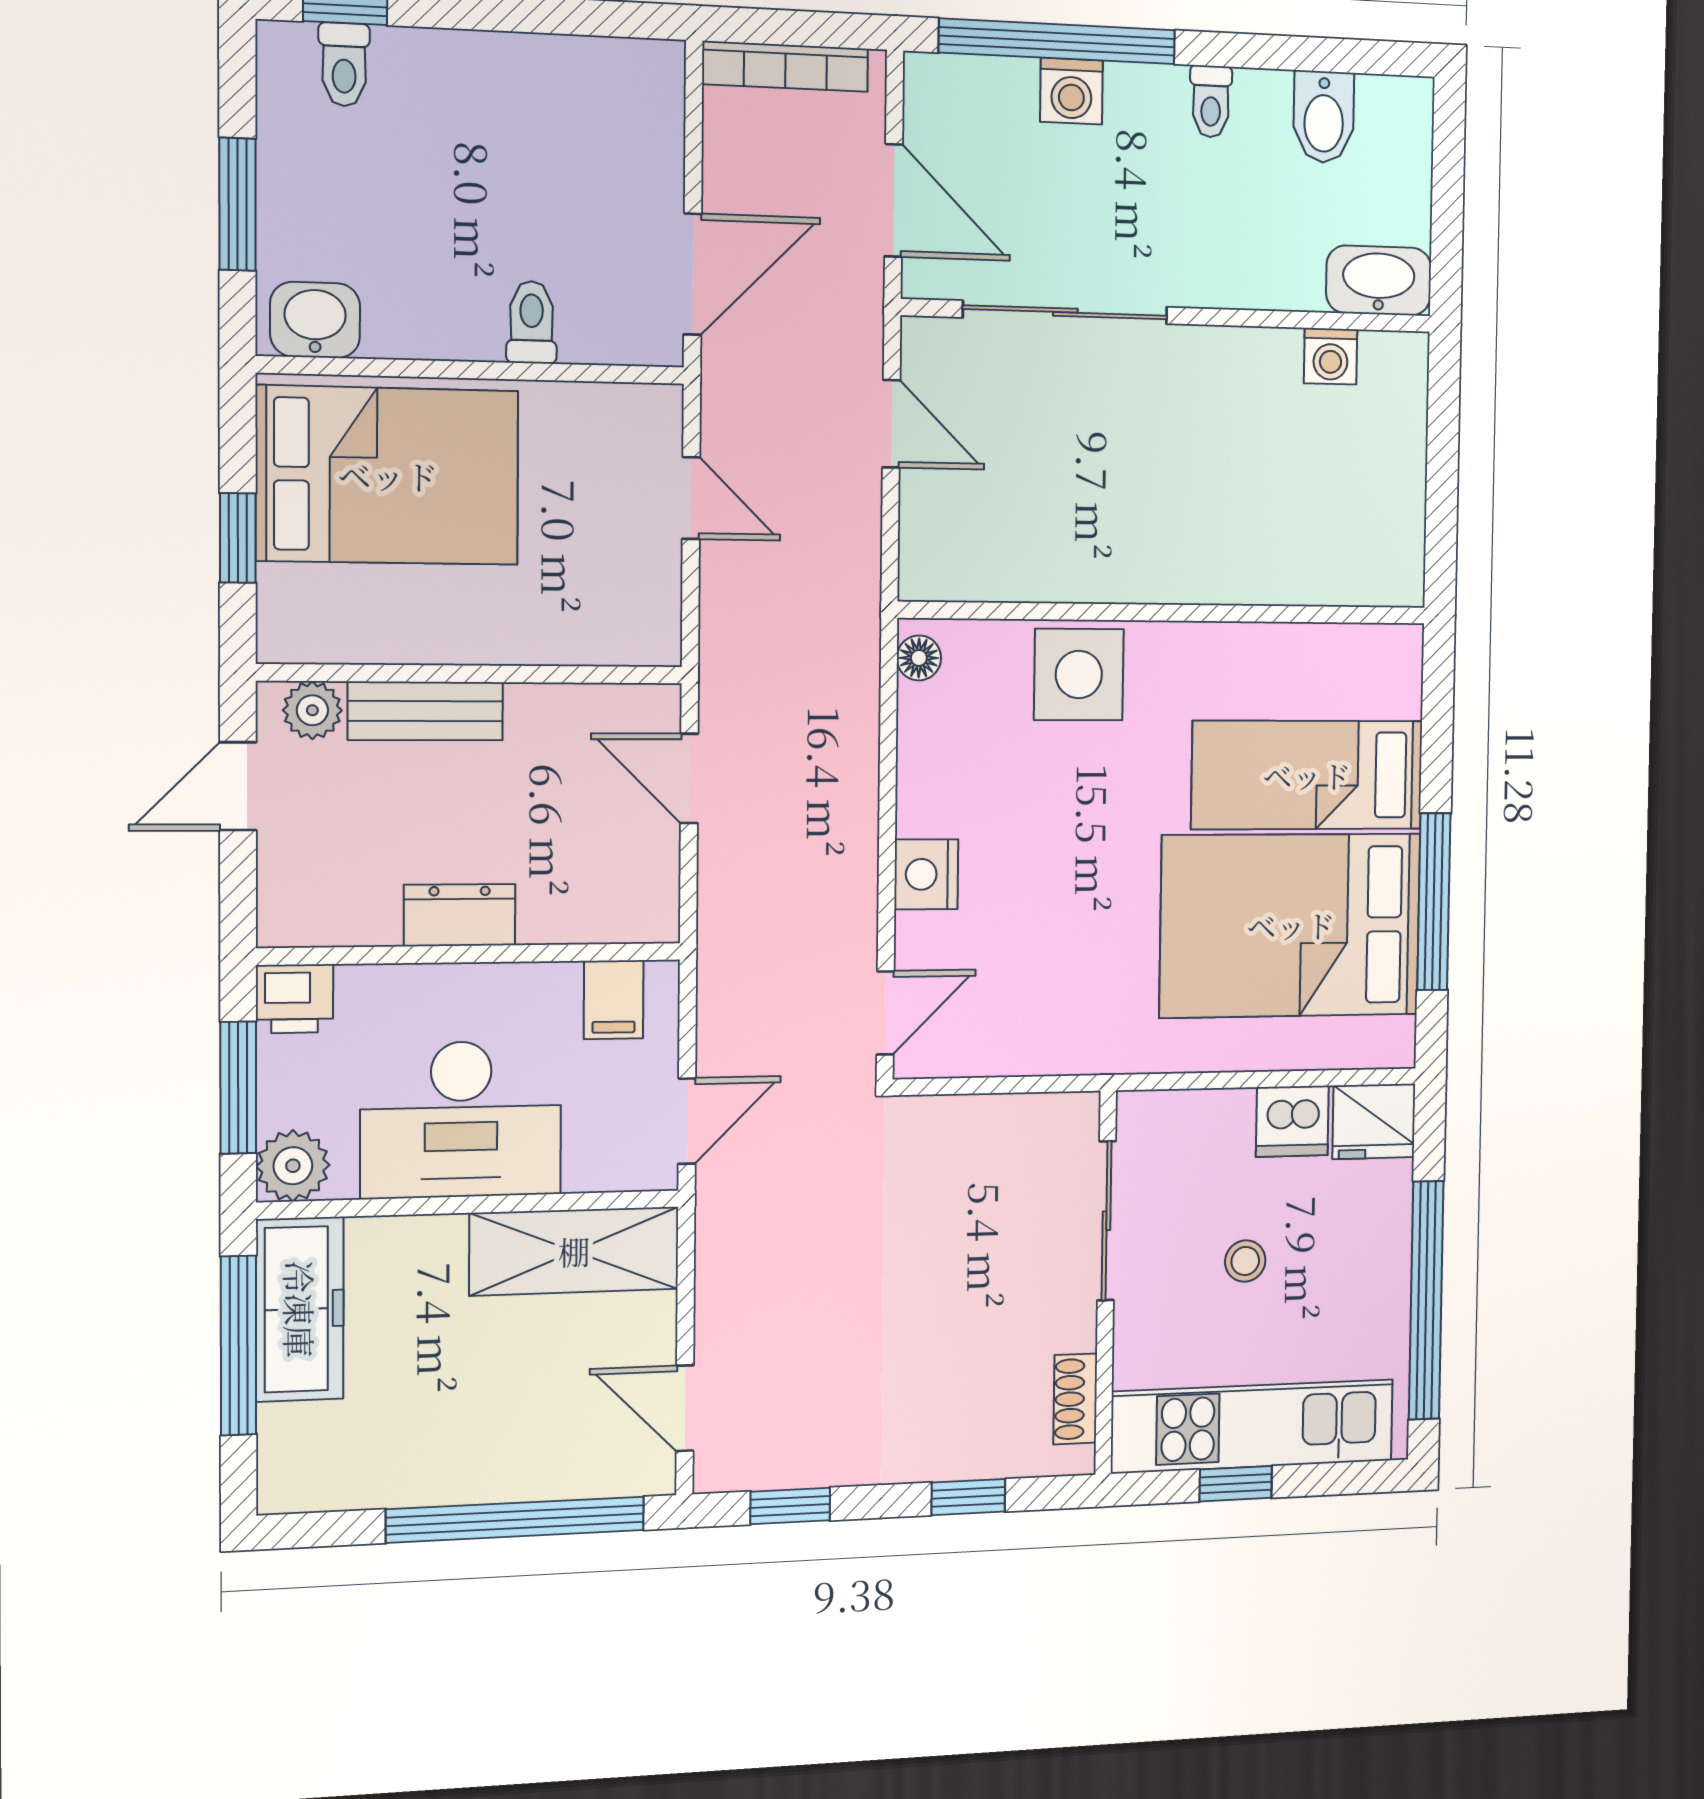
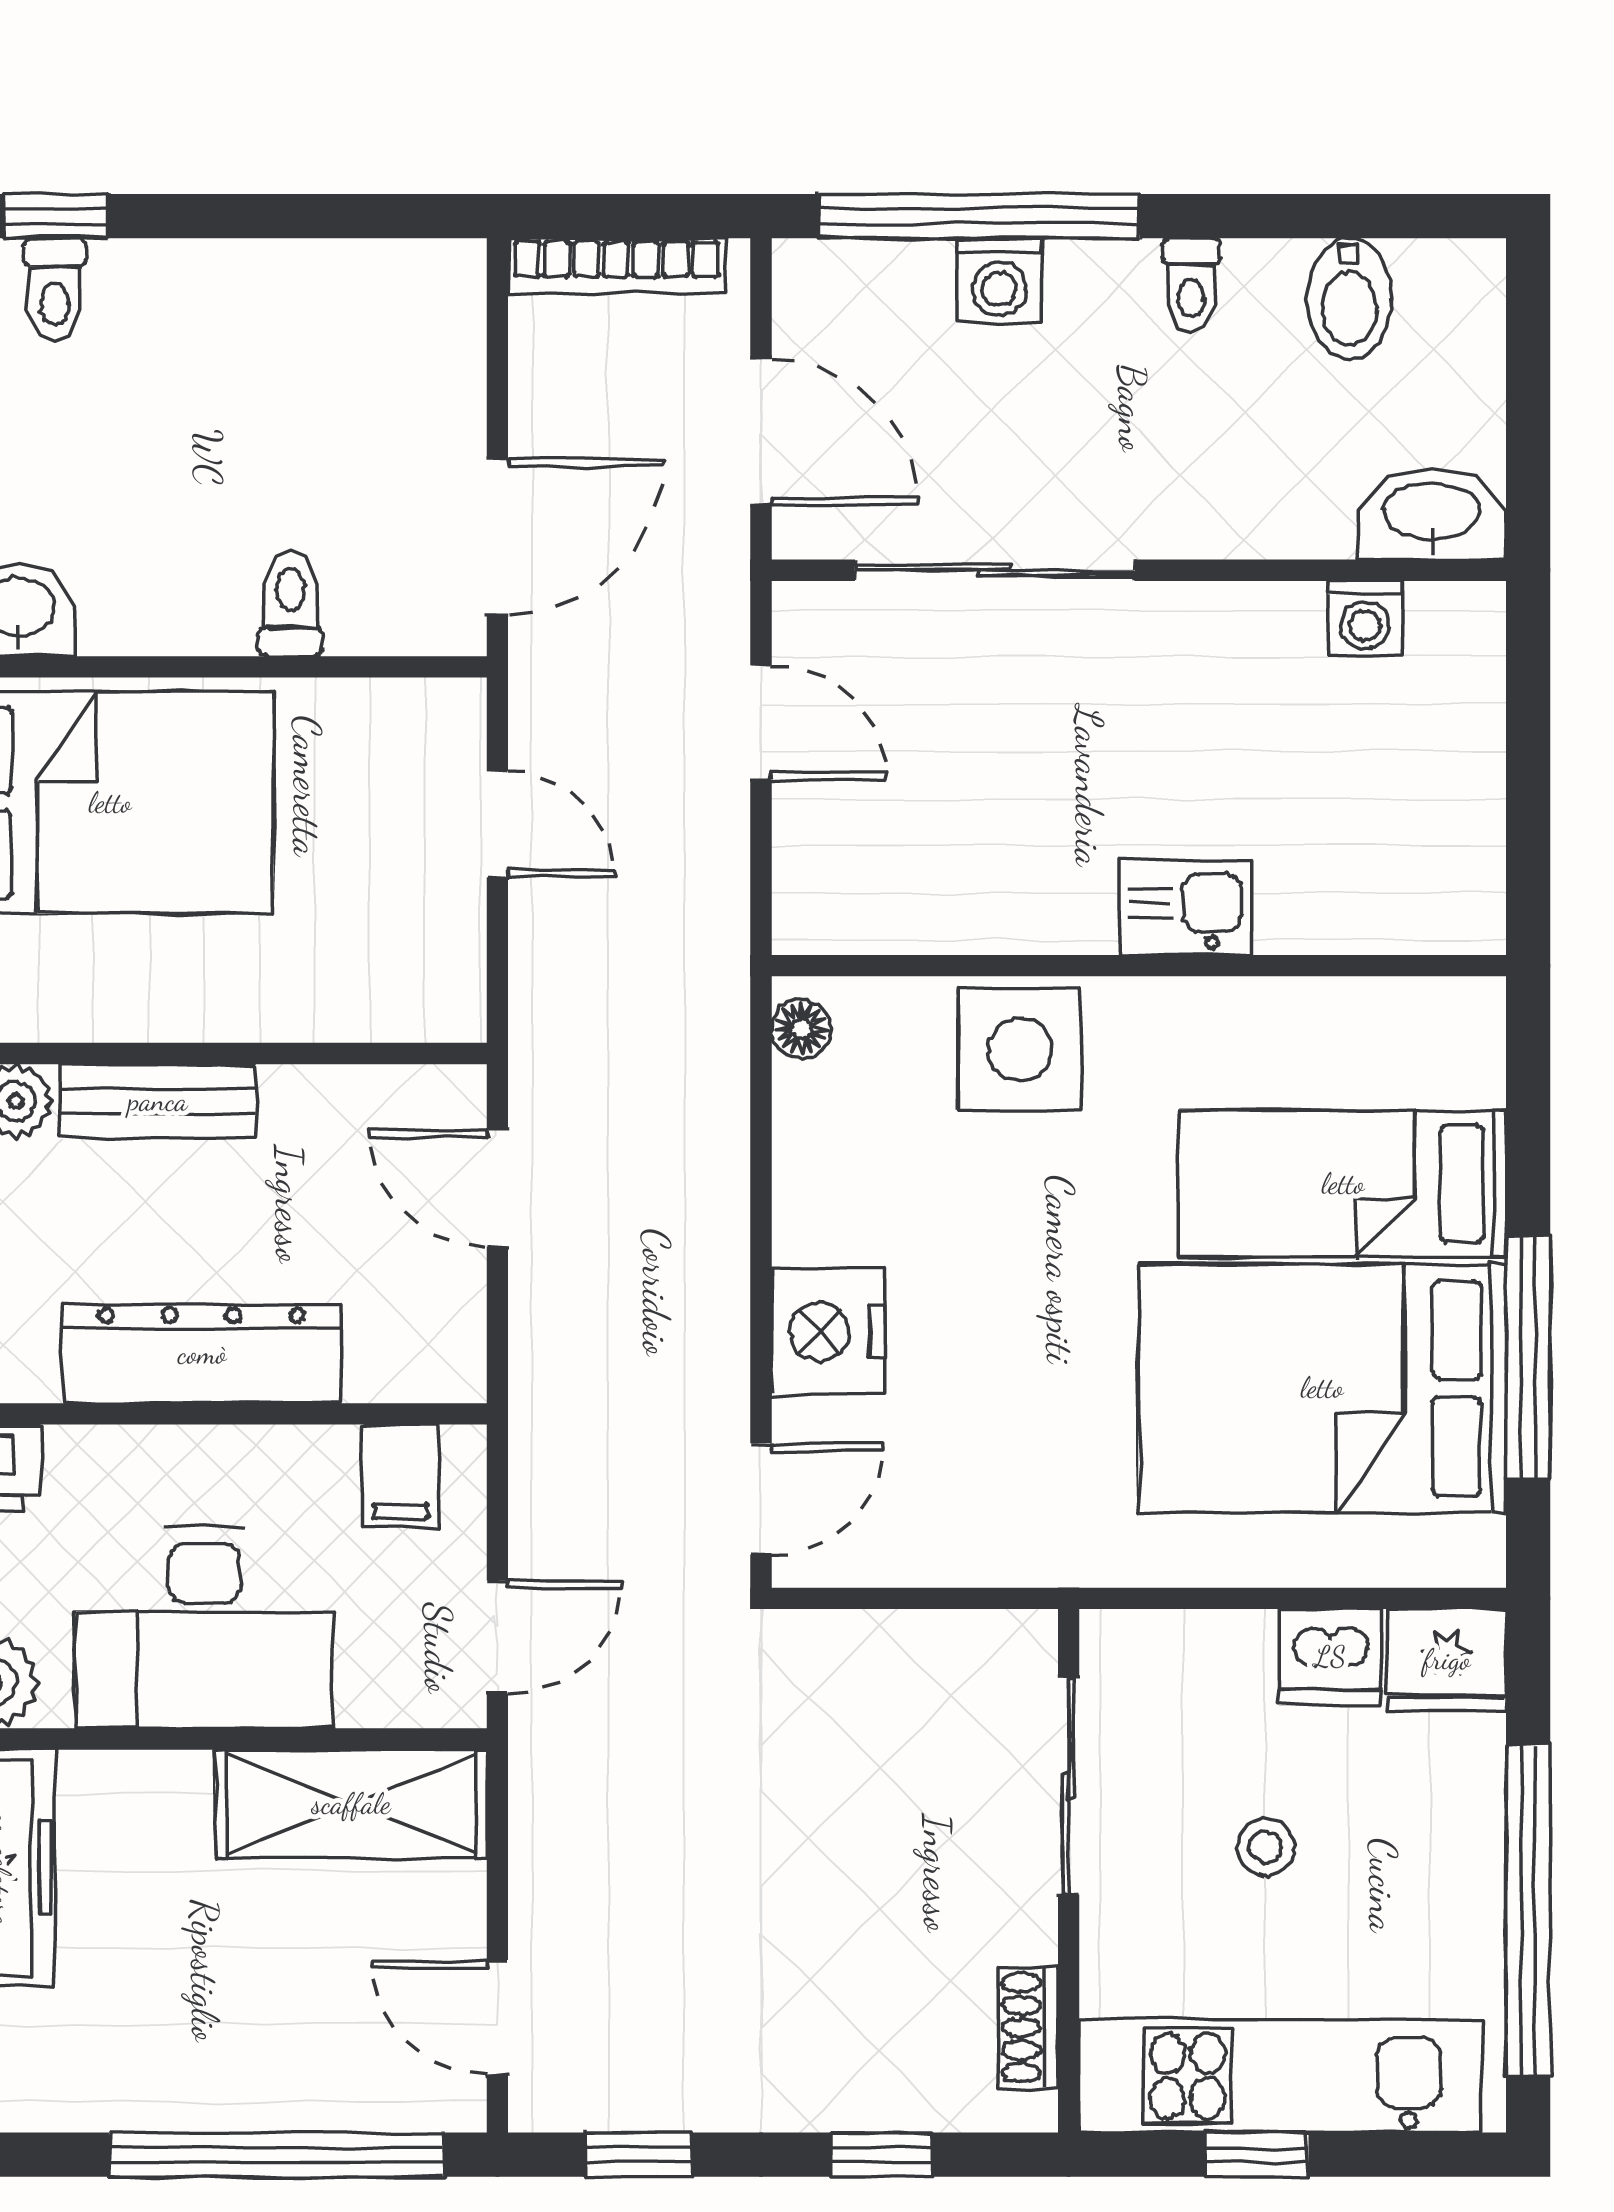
kitchen sink: (1200, 570) -> (1186, 907), added
nightstand: (926, 874) -> (828, 1332), width x1.36, depth x1.33
dresser: (460, 915) -> (202, 1354), width x1.96, depth x1.24

